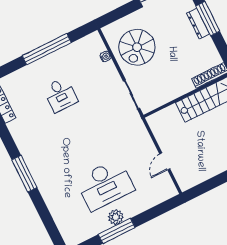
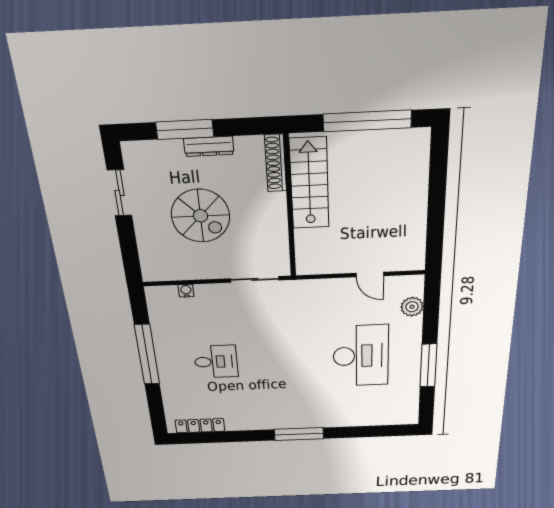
dresser: (198, 24) -> (209, 146), moved
spiral stairs: (137, 47) -> (201, 216), moved
plant: (116, 217) -> (412, 307), moved

